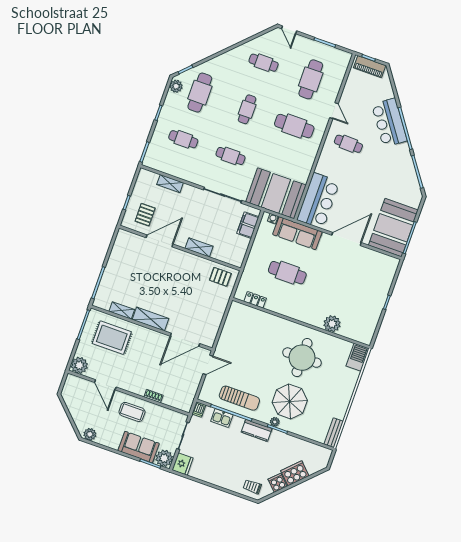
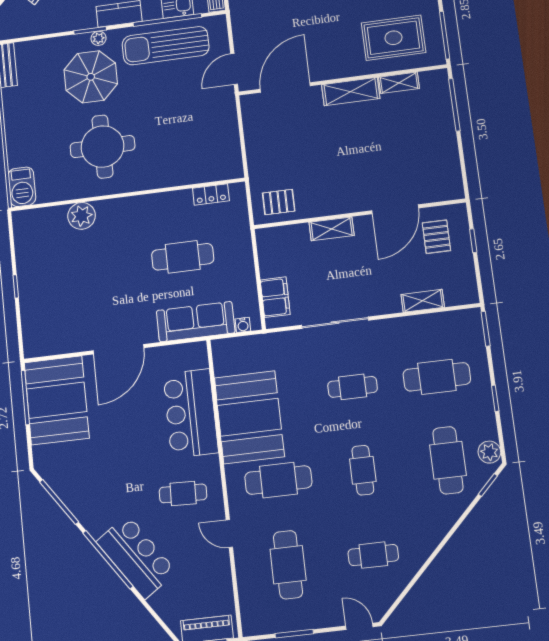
cafe table: (183, 139) -> (437, 377), width x1.37, depth x1.35
booth: (276, 193) -> (249, 417), moved, turned 90
bar counter: (318, 201) -> (191, 413), moved
sun lounger: (239, 398) -> (166, 46), width x1.36, depth x1.34

